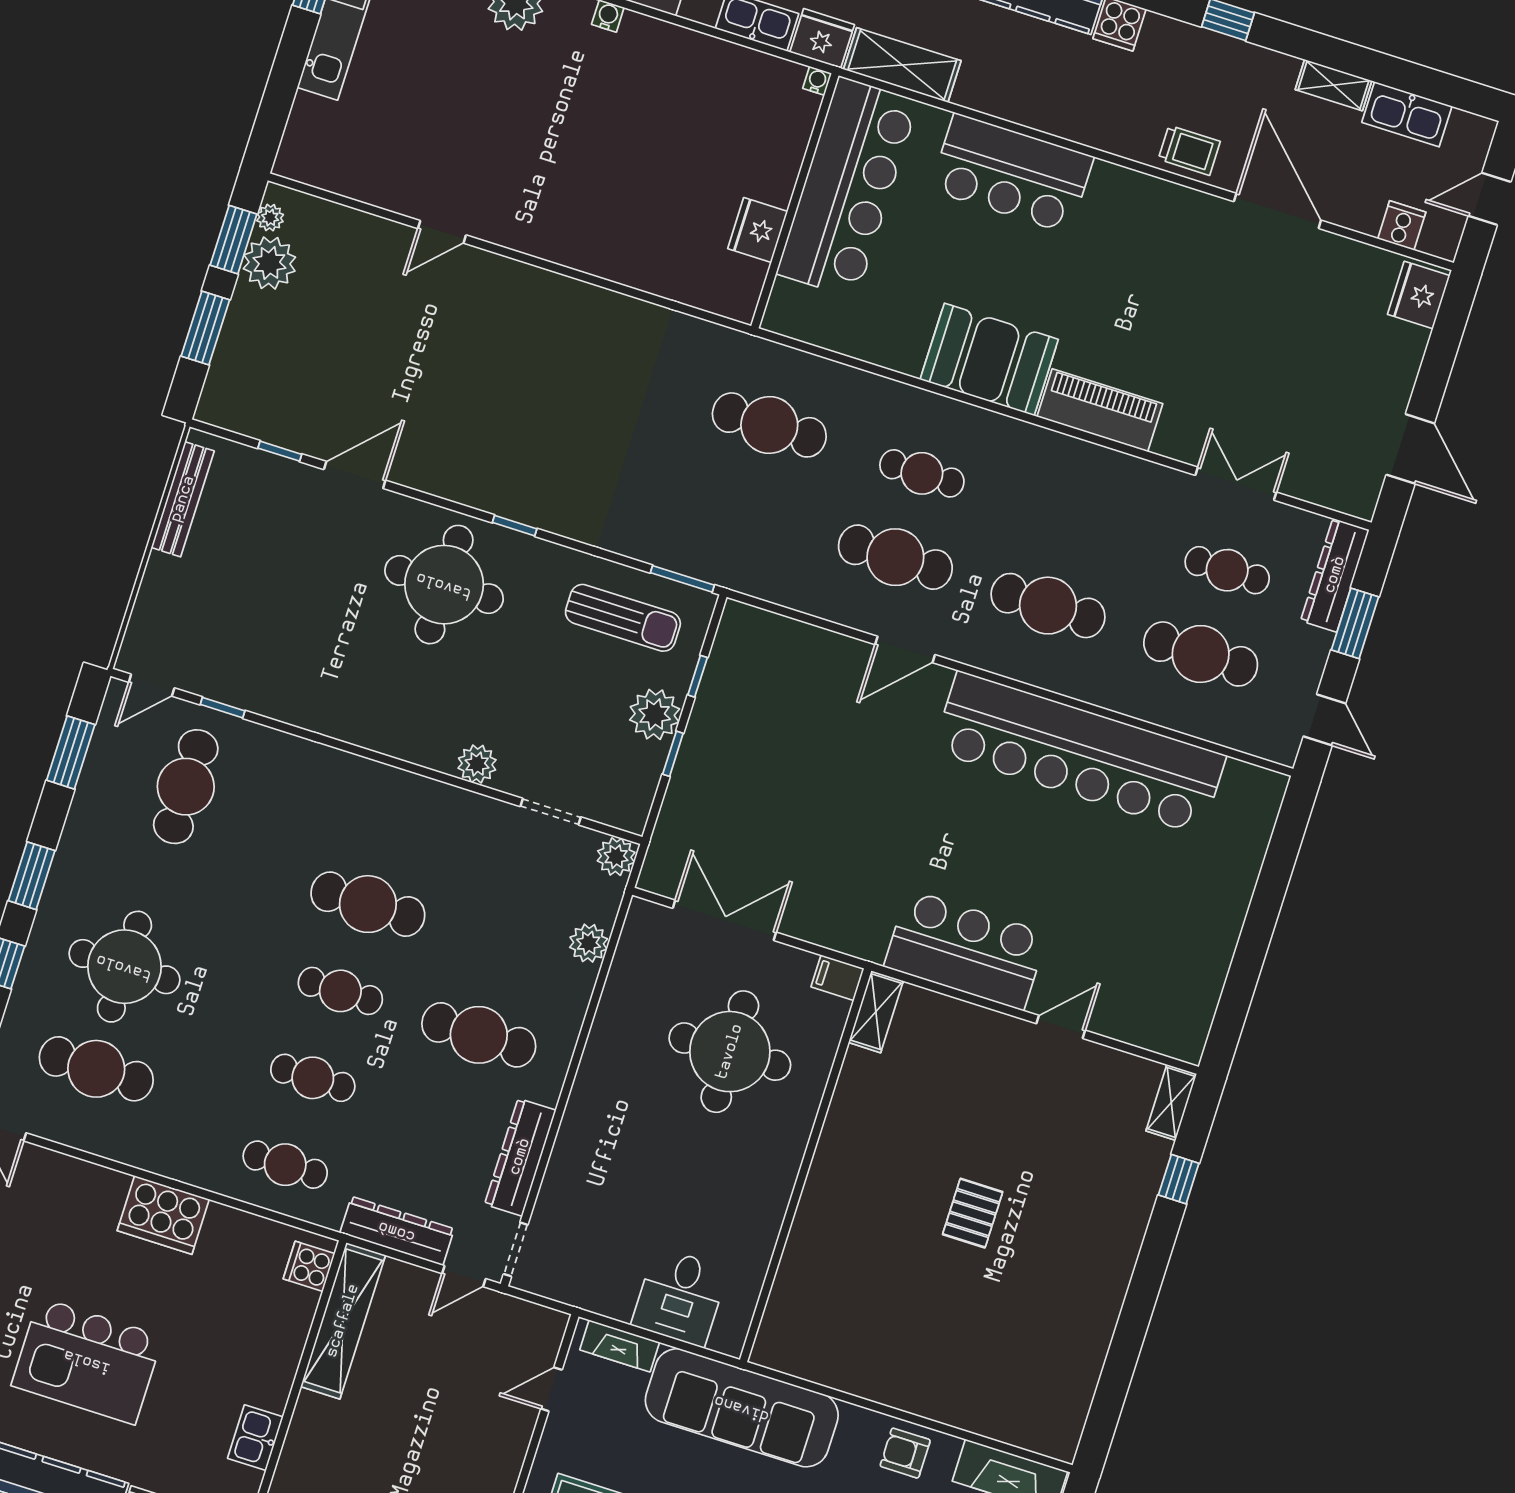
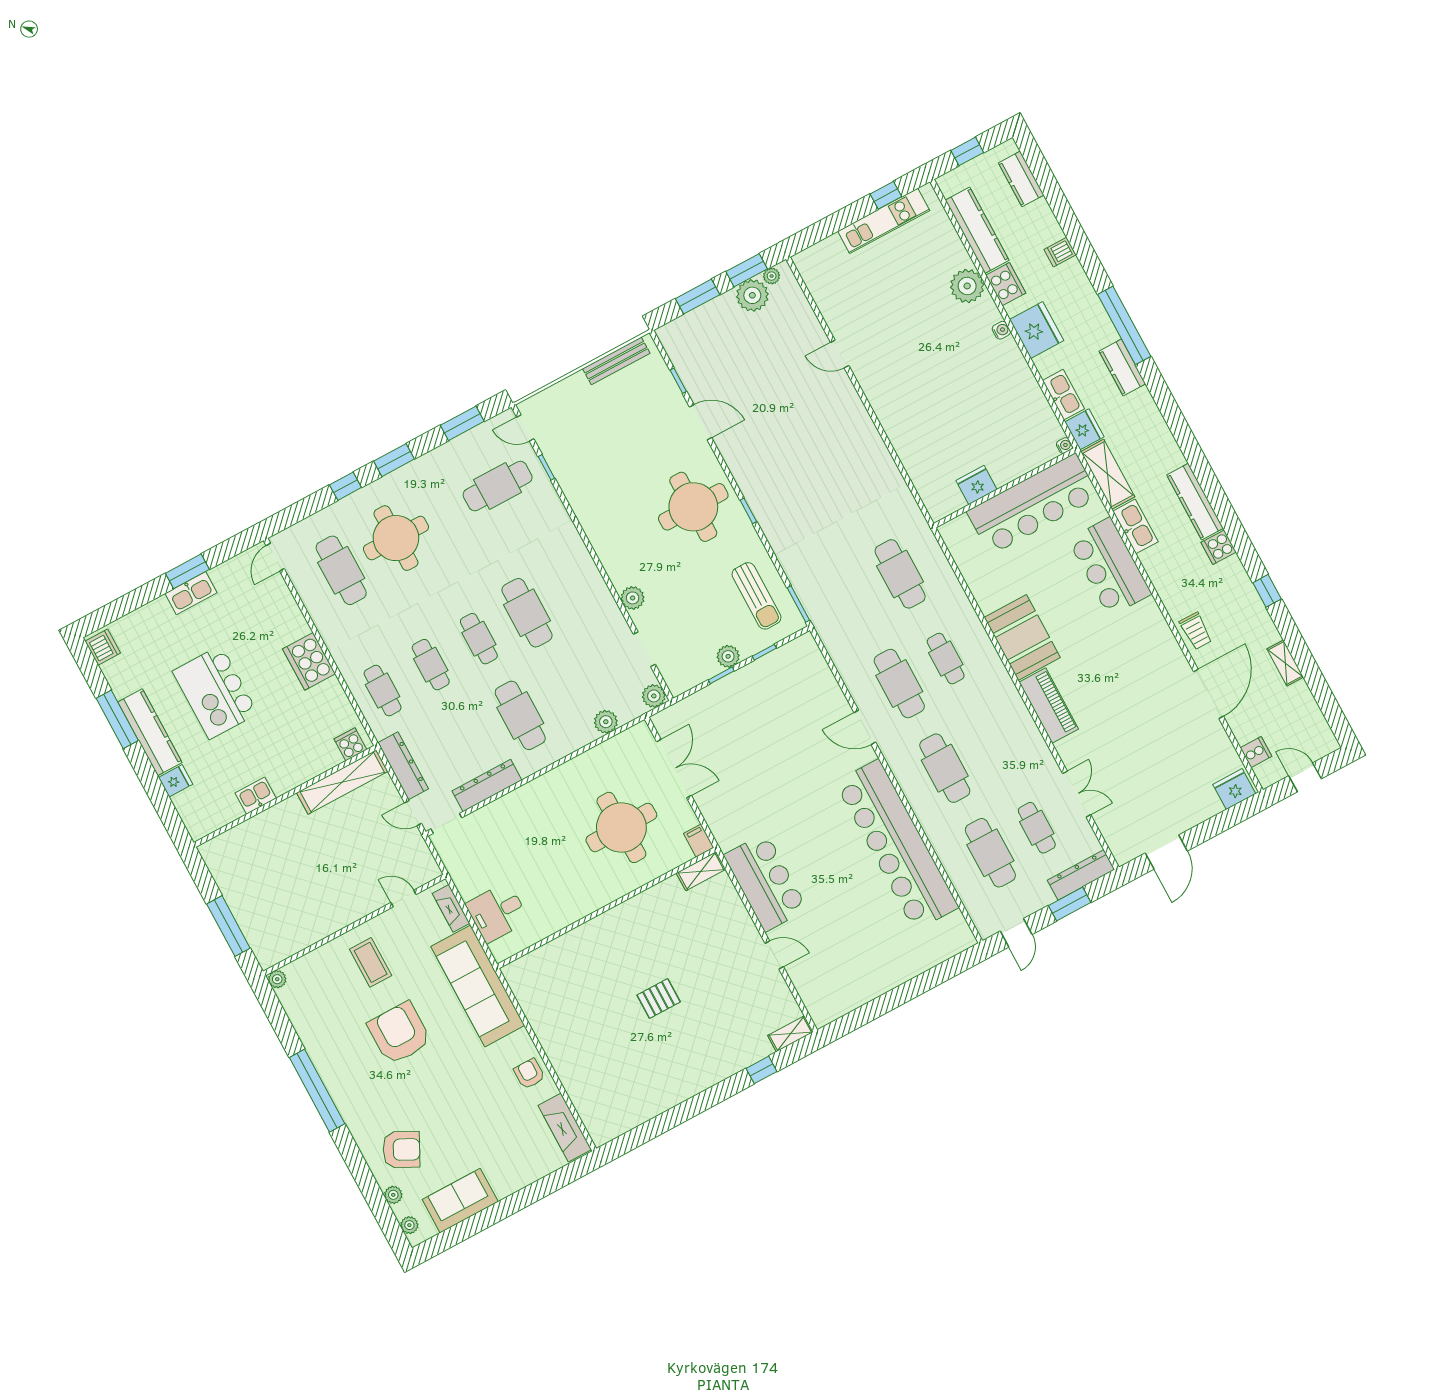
kitchen sink: (1407, 114) -> (1135, 526), moved, turned 180
plant: (655, 714) -> (728, 656), width x0.73, depth x0.73

